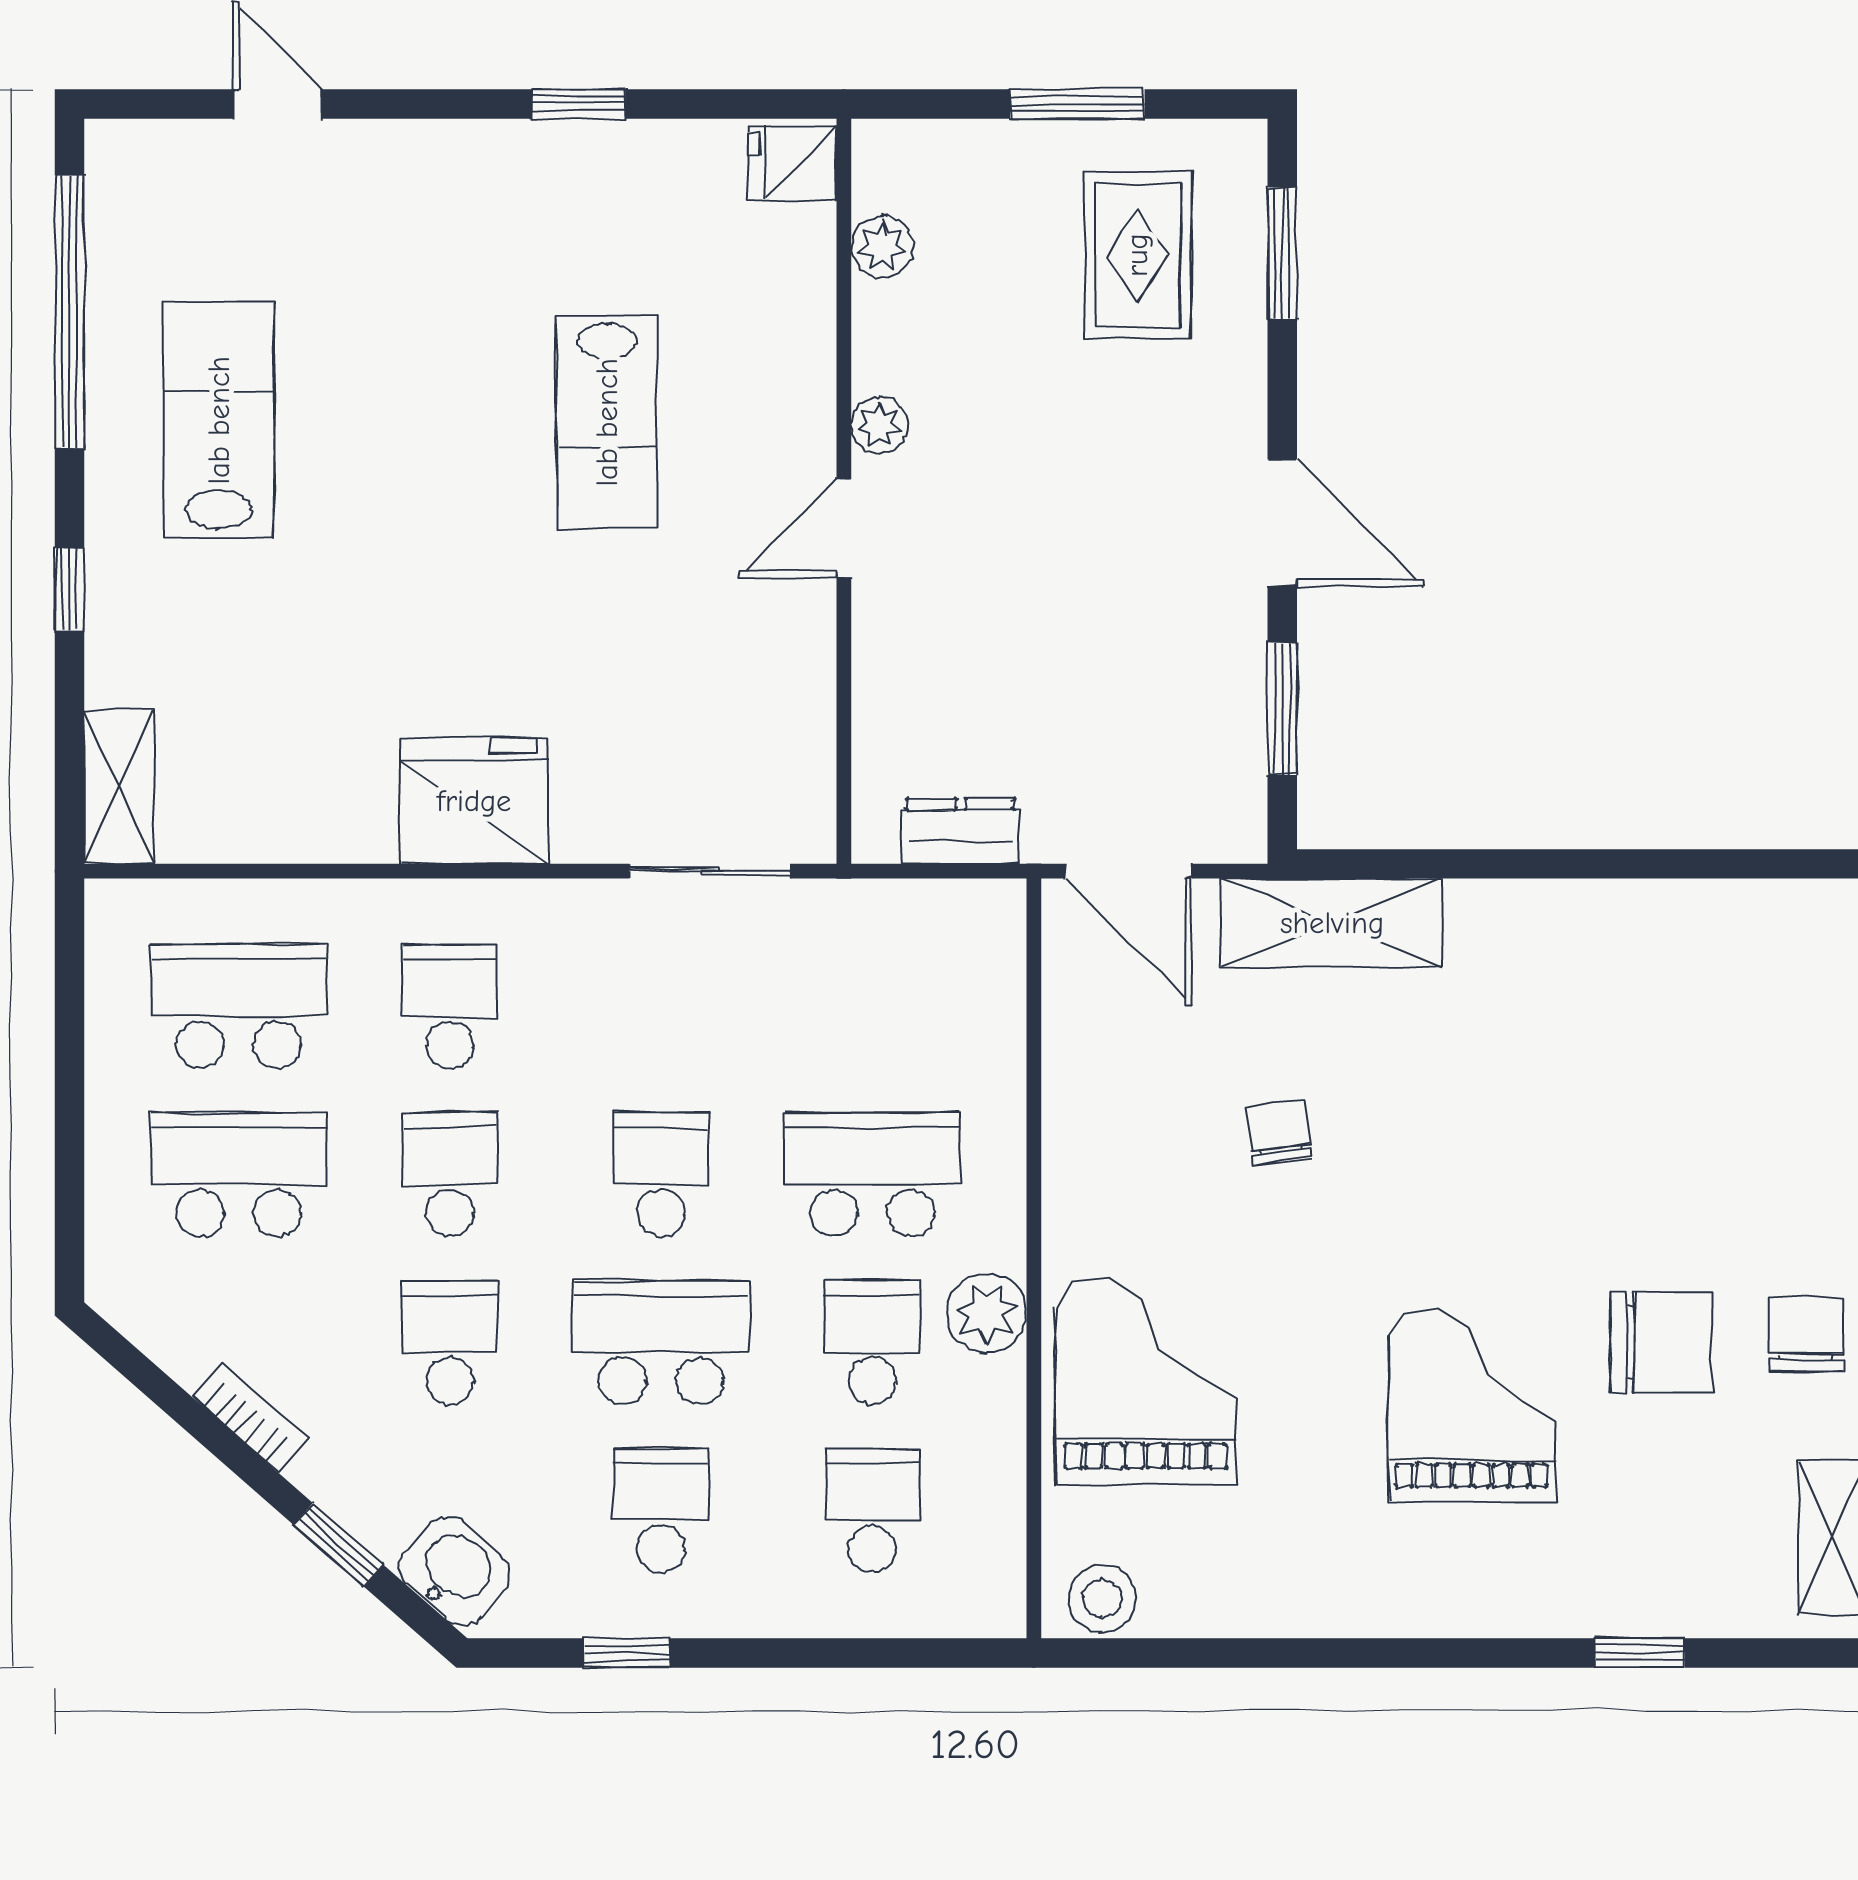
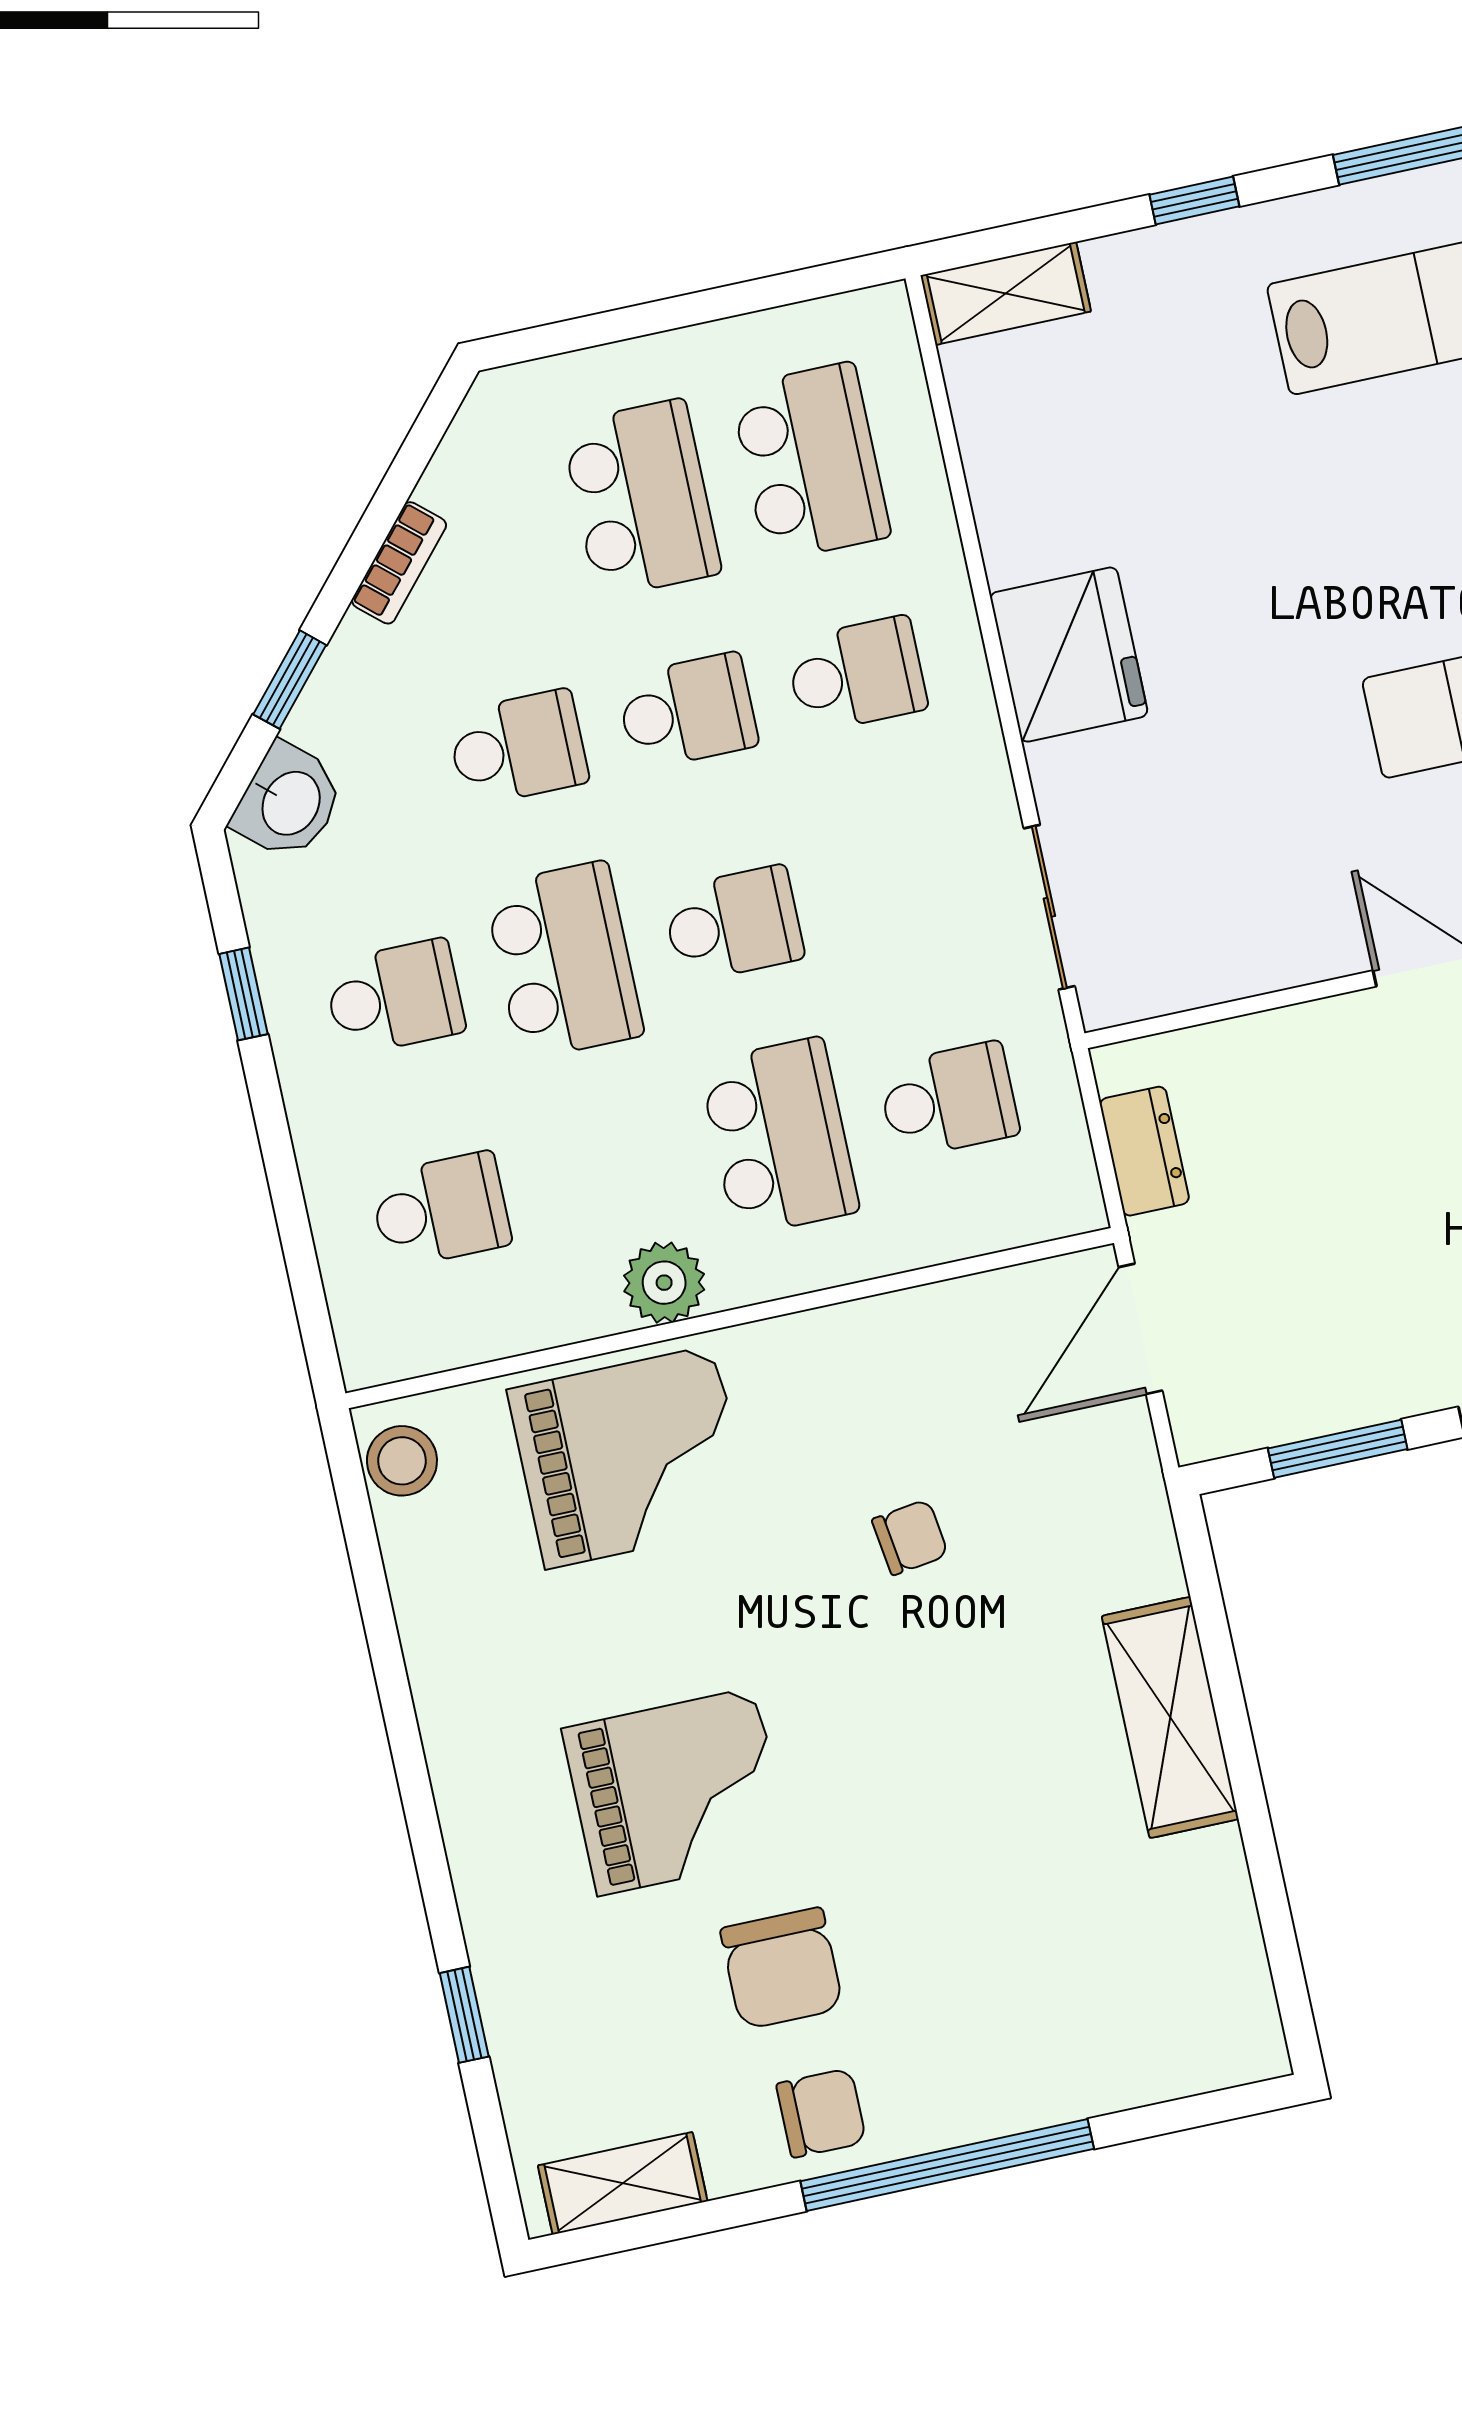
shelving: (1332, 923) -> (1170, 1718), moved
school desk: (872, 1342) -> (948, 1100), moved

